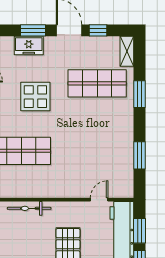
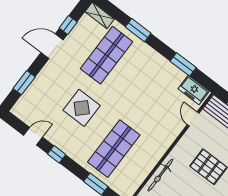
window: (33, 30) -> (24, 83), moved
freezer: (29, 45) -> (194, 90), moved, turned 90

